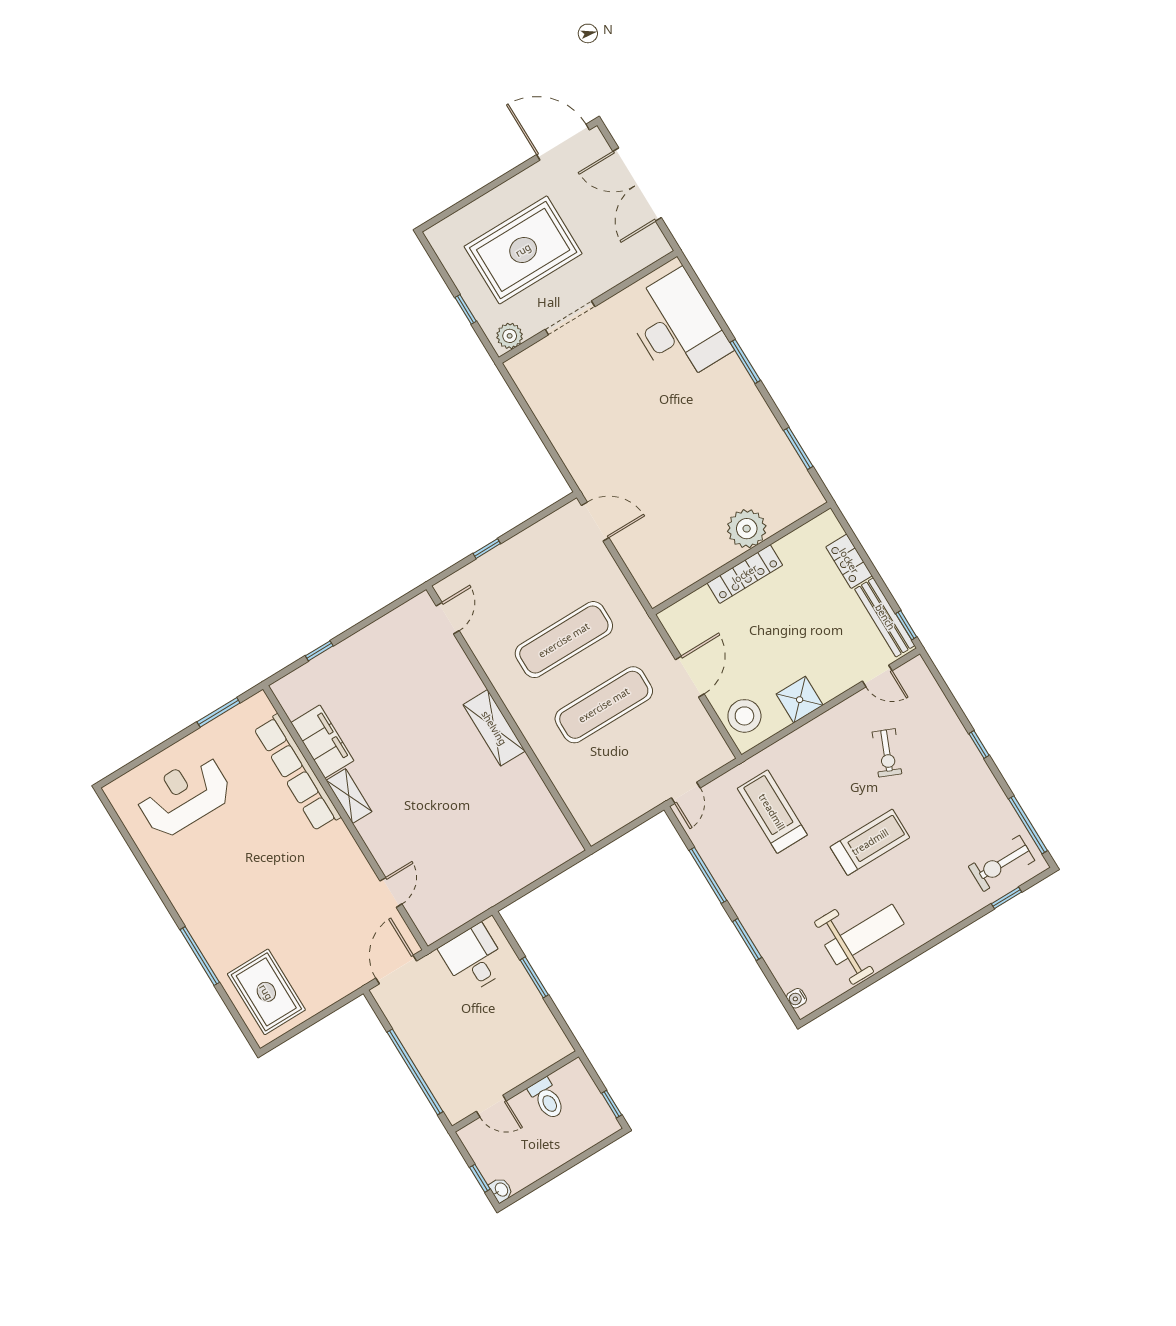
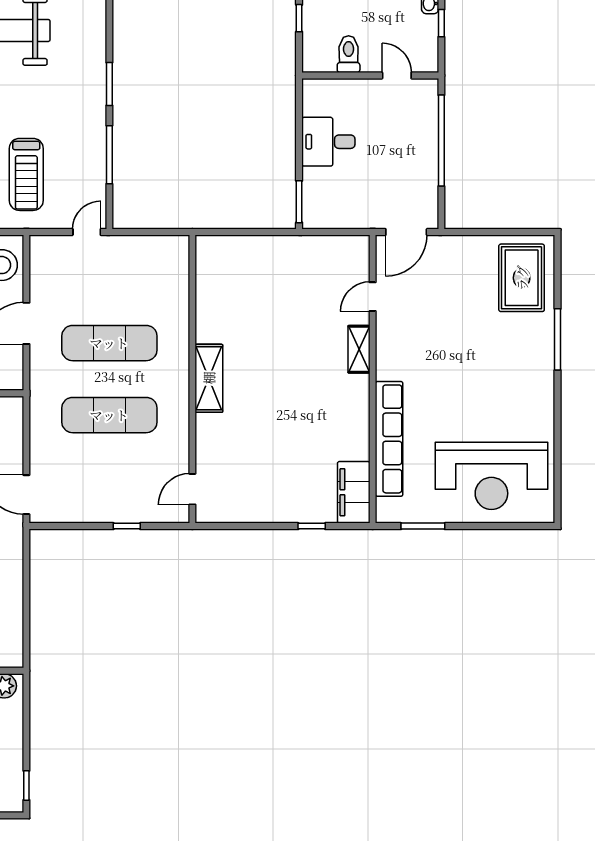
window: (466, 309) -> (26, 785), moved
filing cabinet: (322, 742) -> (354, 492), moved
reception desk: (184, 796) -> (491, 476), width x1.36, depth x1.30
shelving: (349, 796) -> (359, 349), moved
desk: (474, 959) -> (328, 142), moved, turned 90
window: (534, 977) -> (299, 202), moved
water cooler: (796, 998) -> (98, 13), removed

